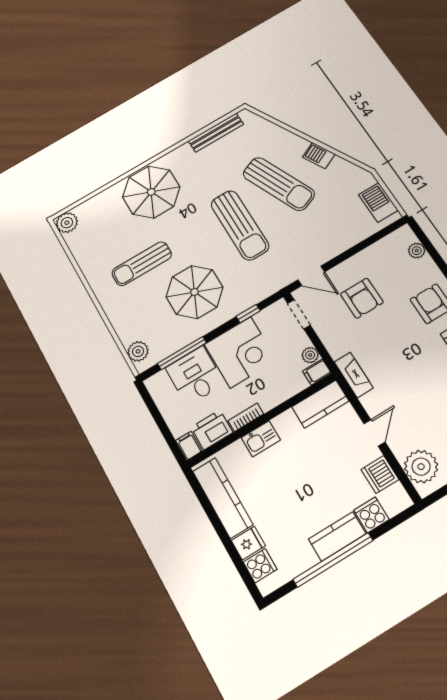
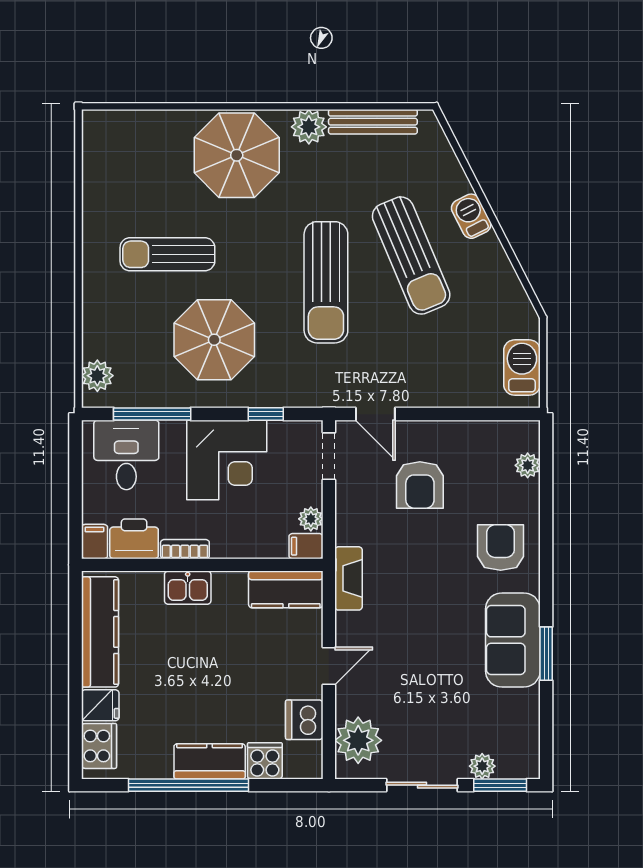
barbecue: (319, 156) -> (471, 216), moved
plant: (67, 223) -> (309, 127), moved
desk: (195, 376) -> (126, 455), moved
cooker: (260, 566) -> (99, 746), width x1.36

